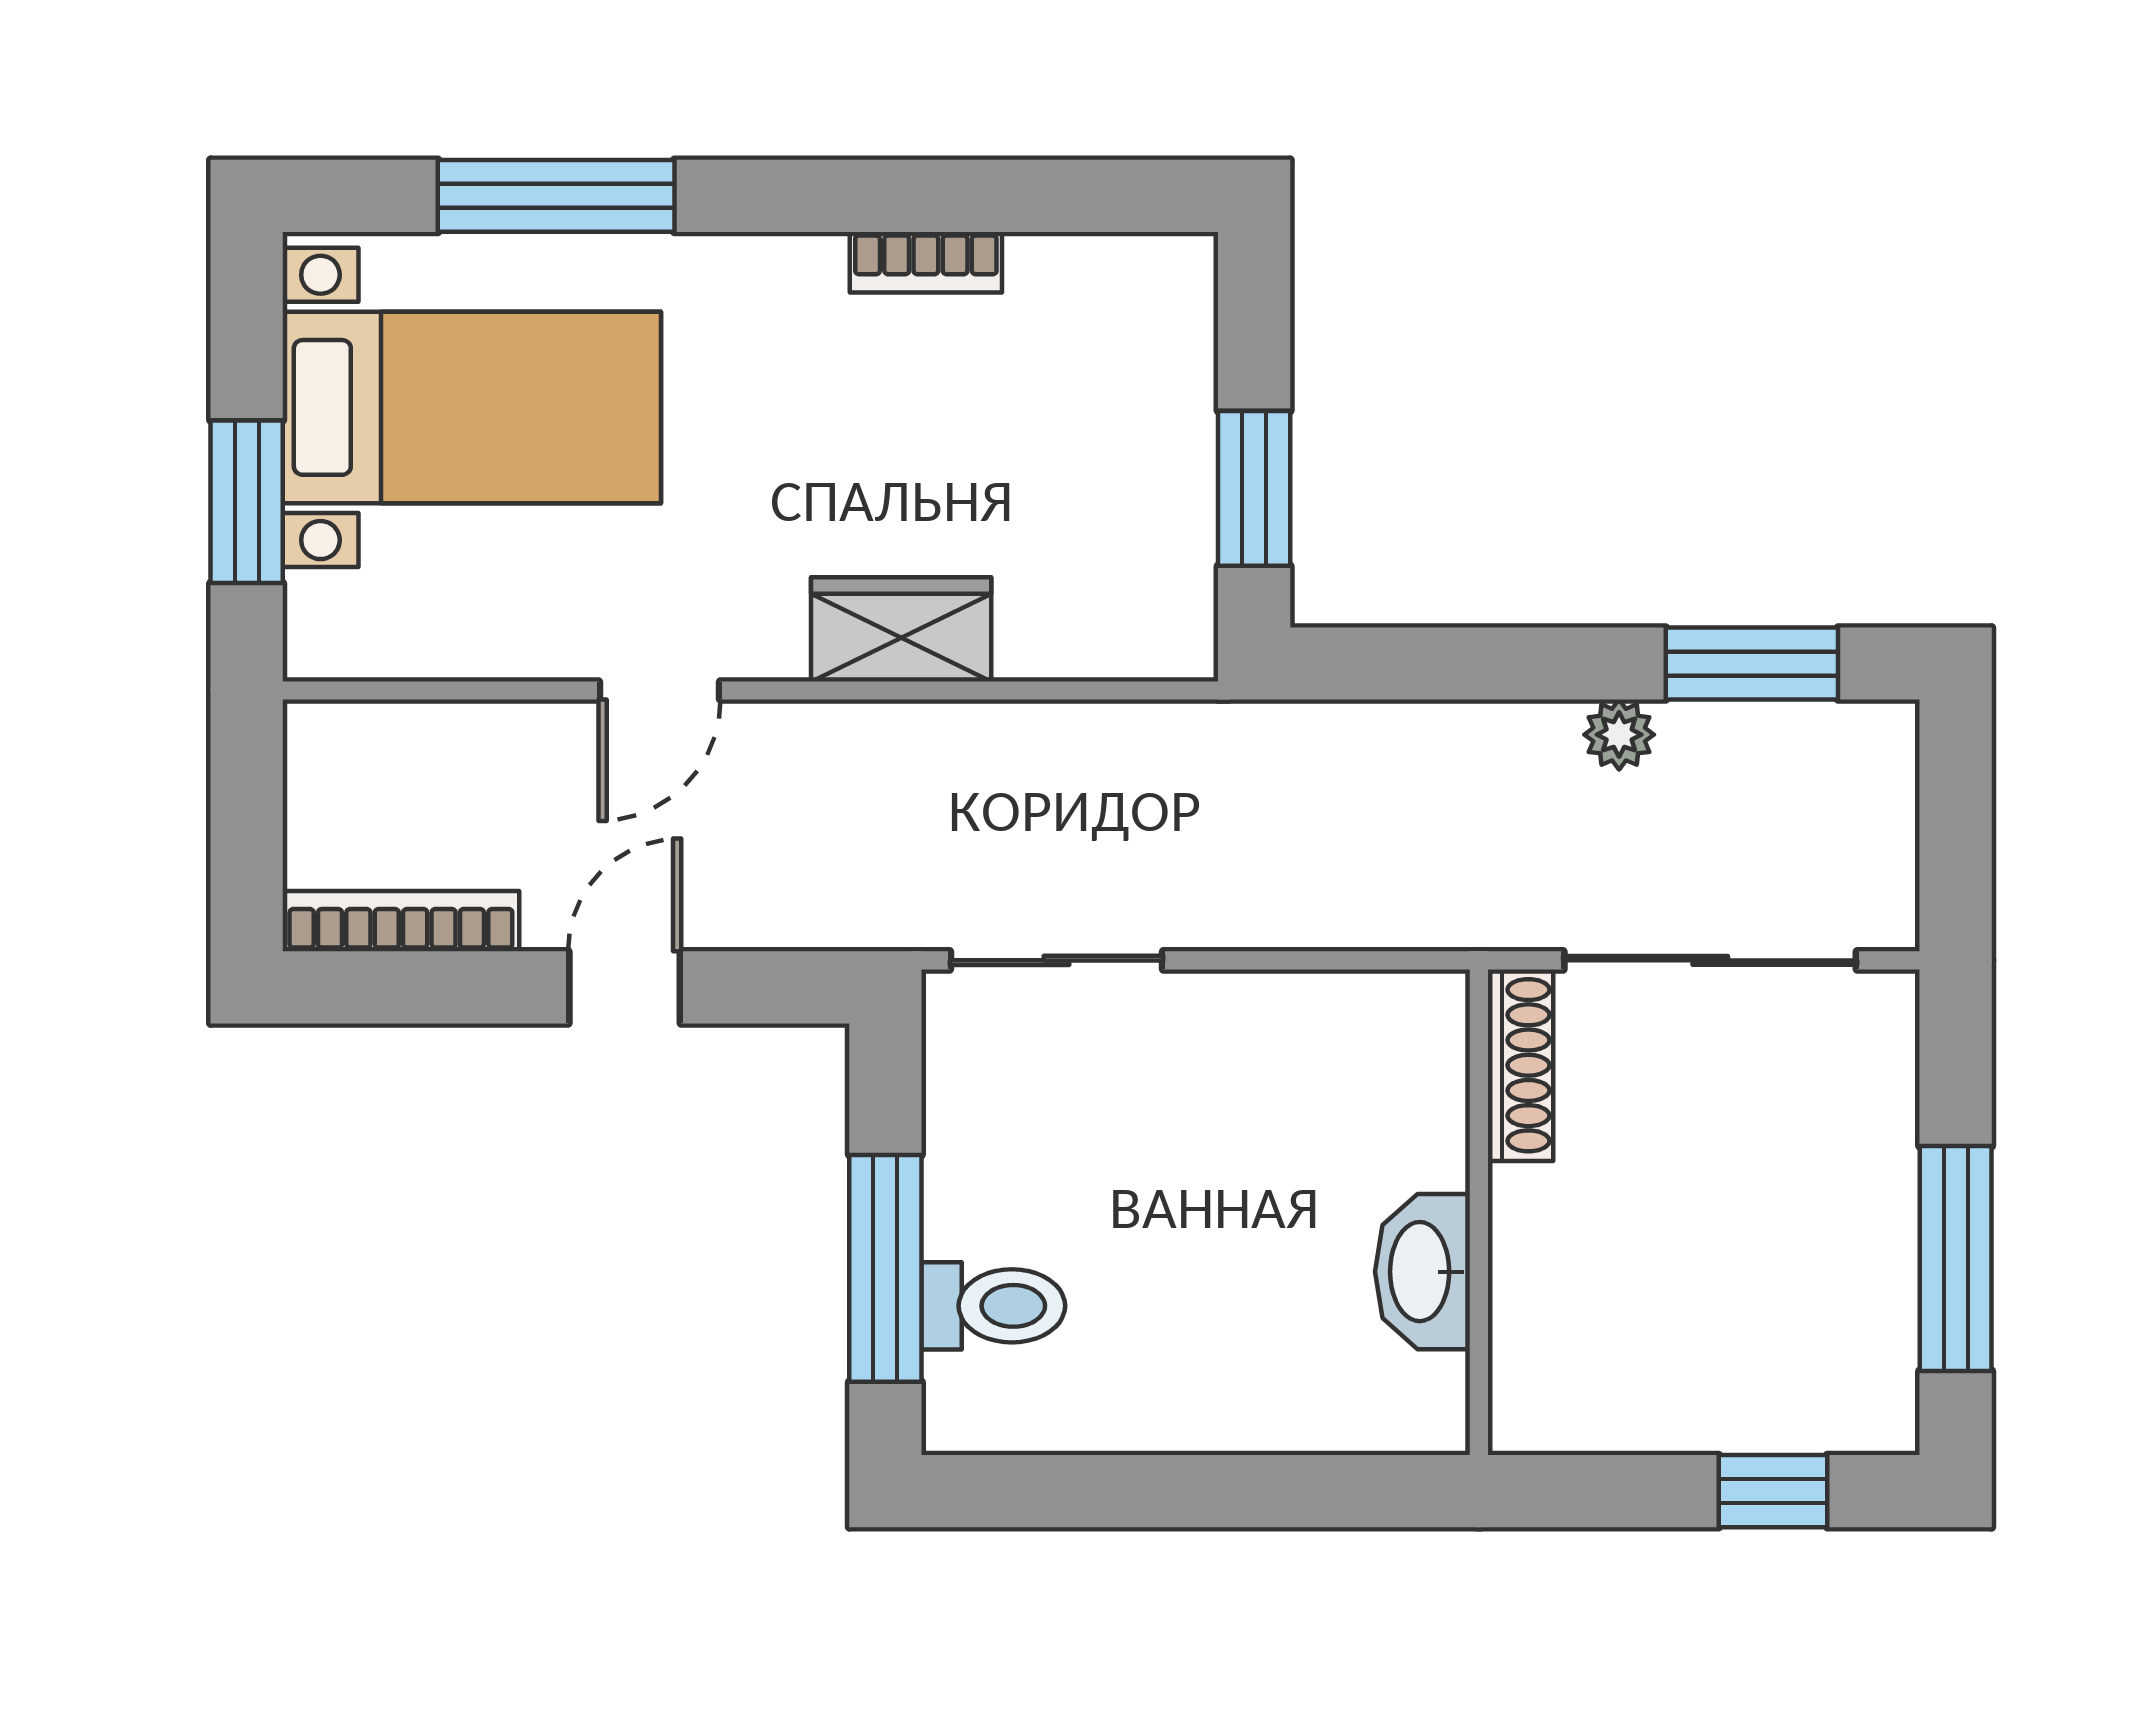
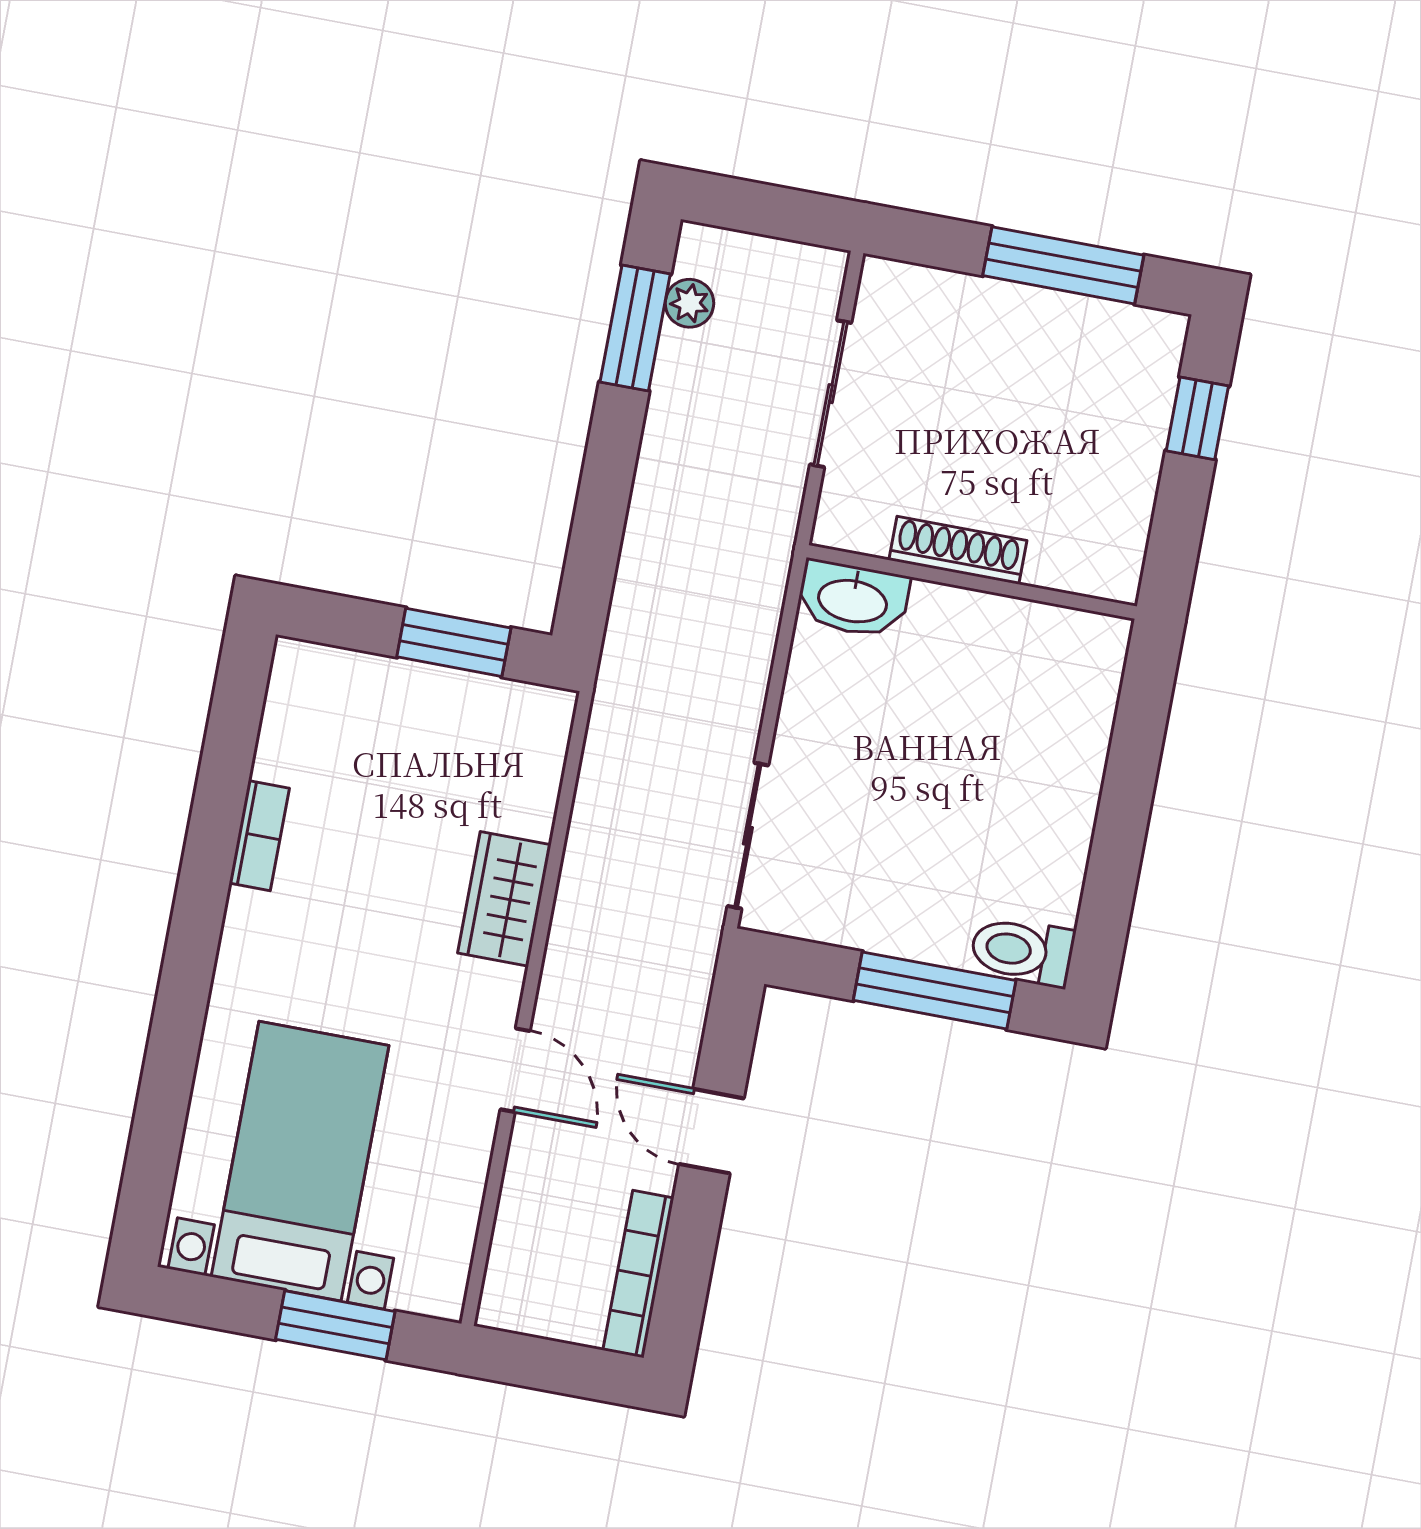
window: (556, 196) -> (168, 1077), removed
plant: (1619, 735) -> (689, 303), moved
sliding door: (1710, 960) -> (831, 394), width x0.73
shoe rack: (1521, 1065) -> (958, 550), moved
washbasin: (1422, 1272) -> (853, 599), moved
toilet: (993, 1306) -> (1022, 951), moved, turned -90

